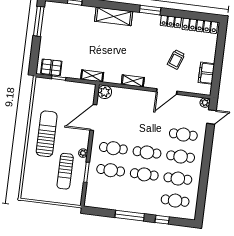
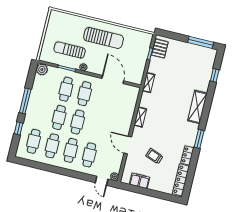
plant: (105, 92) -> (42, 69), moved

